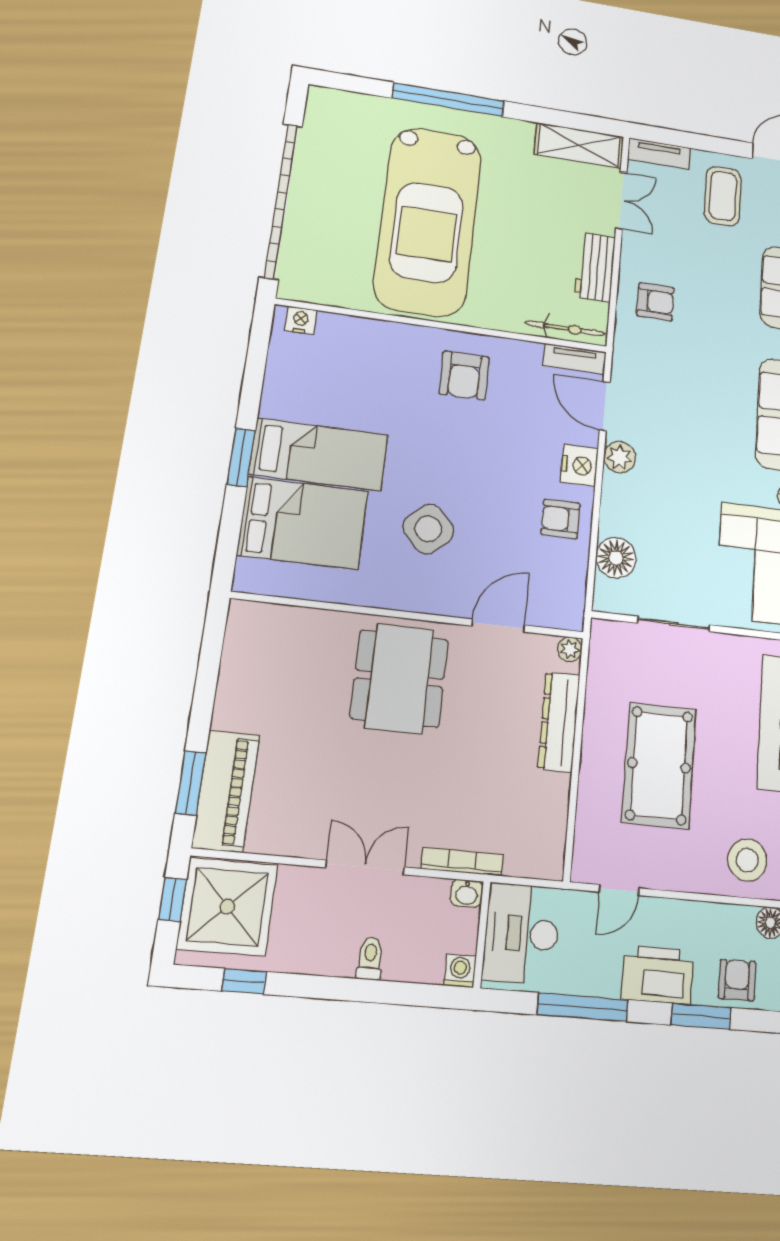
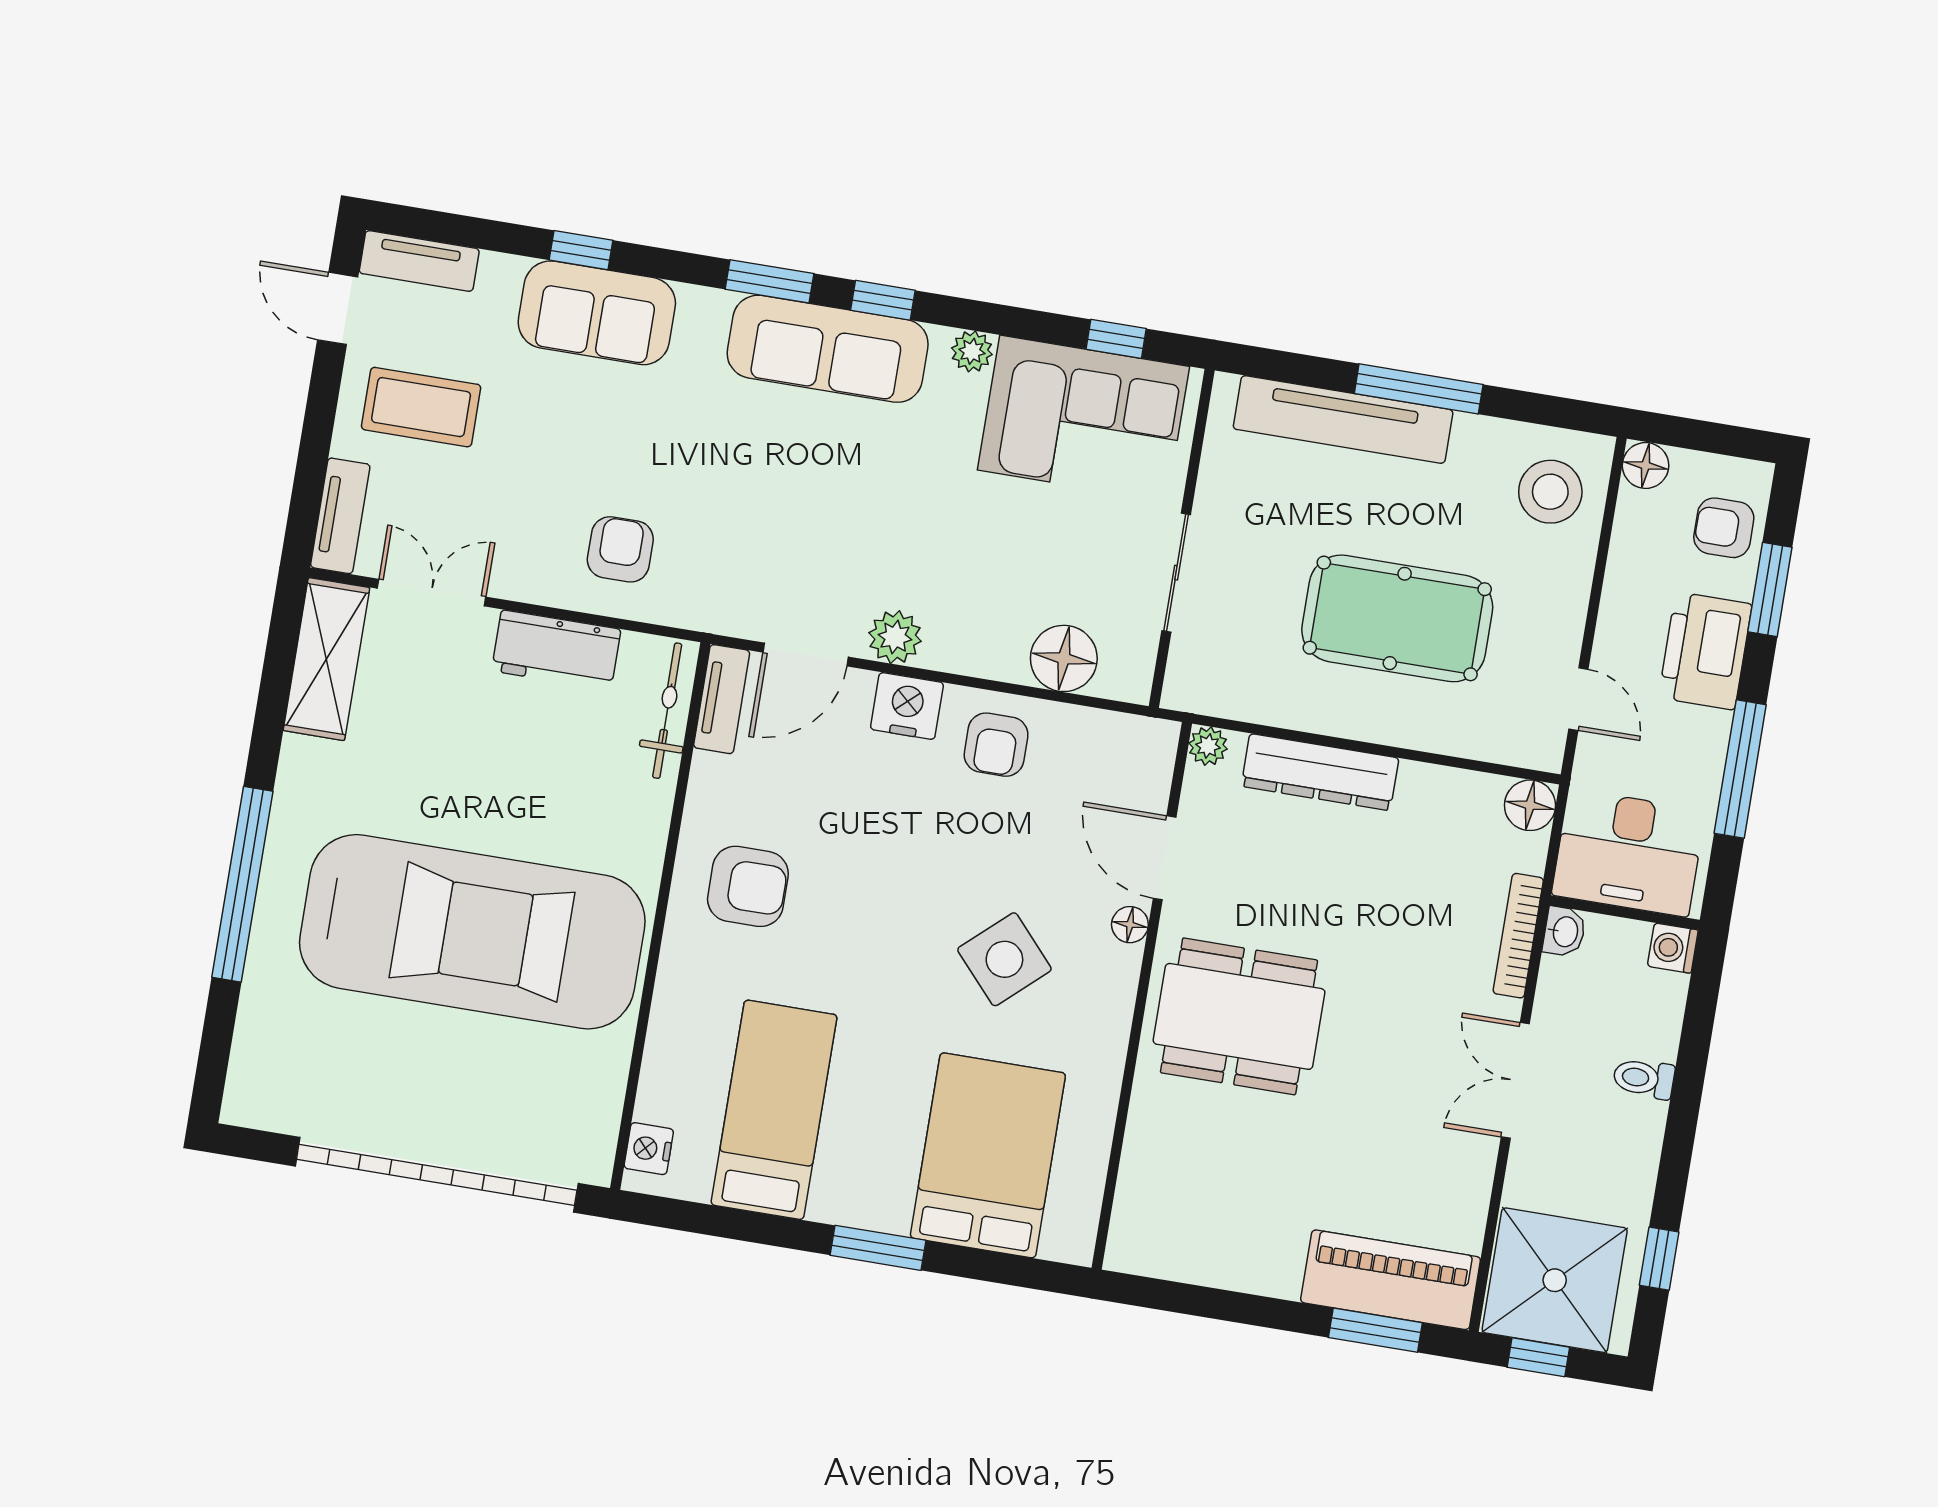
bed: (319, 454) -> (774, 1110), moved
floor lamp: (455, 606) -> (1130, 925), added
floor lamp: (548, 863) -> (1530, 805), added

